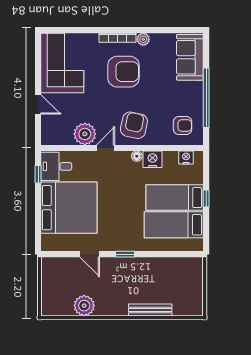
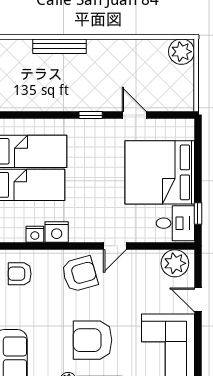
armchair: (134, 125) -> (80, 274), turned -118
plant: (85, 134) -> (175, 263), moved
floor lamp: (137, 156) -> (76, 236), removed
nightstand: (186, 158) -> (35, 234), moved
plant: (84, 306) -> (181, 52), moved

